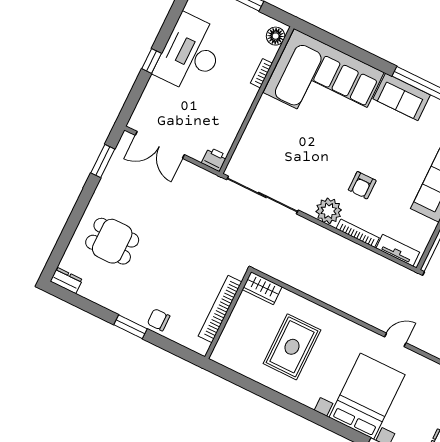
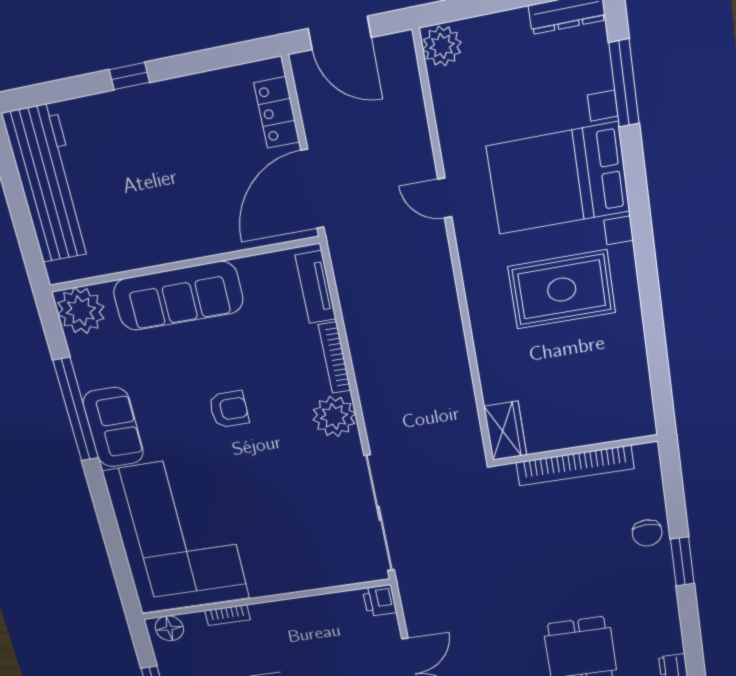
armchair: (362, 185) -> (229, 409), moved
rug: (292, 347) -> (562, 290), moved

